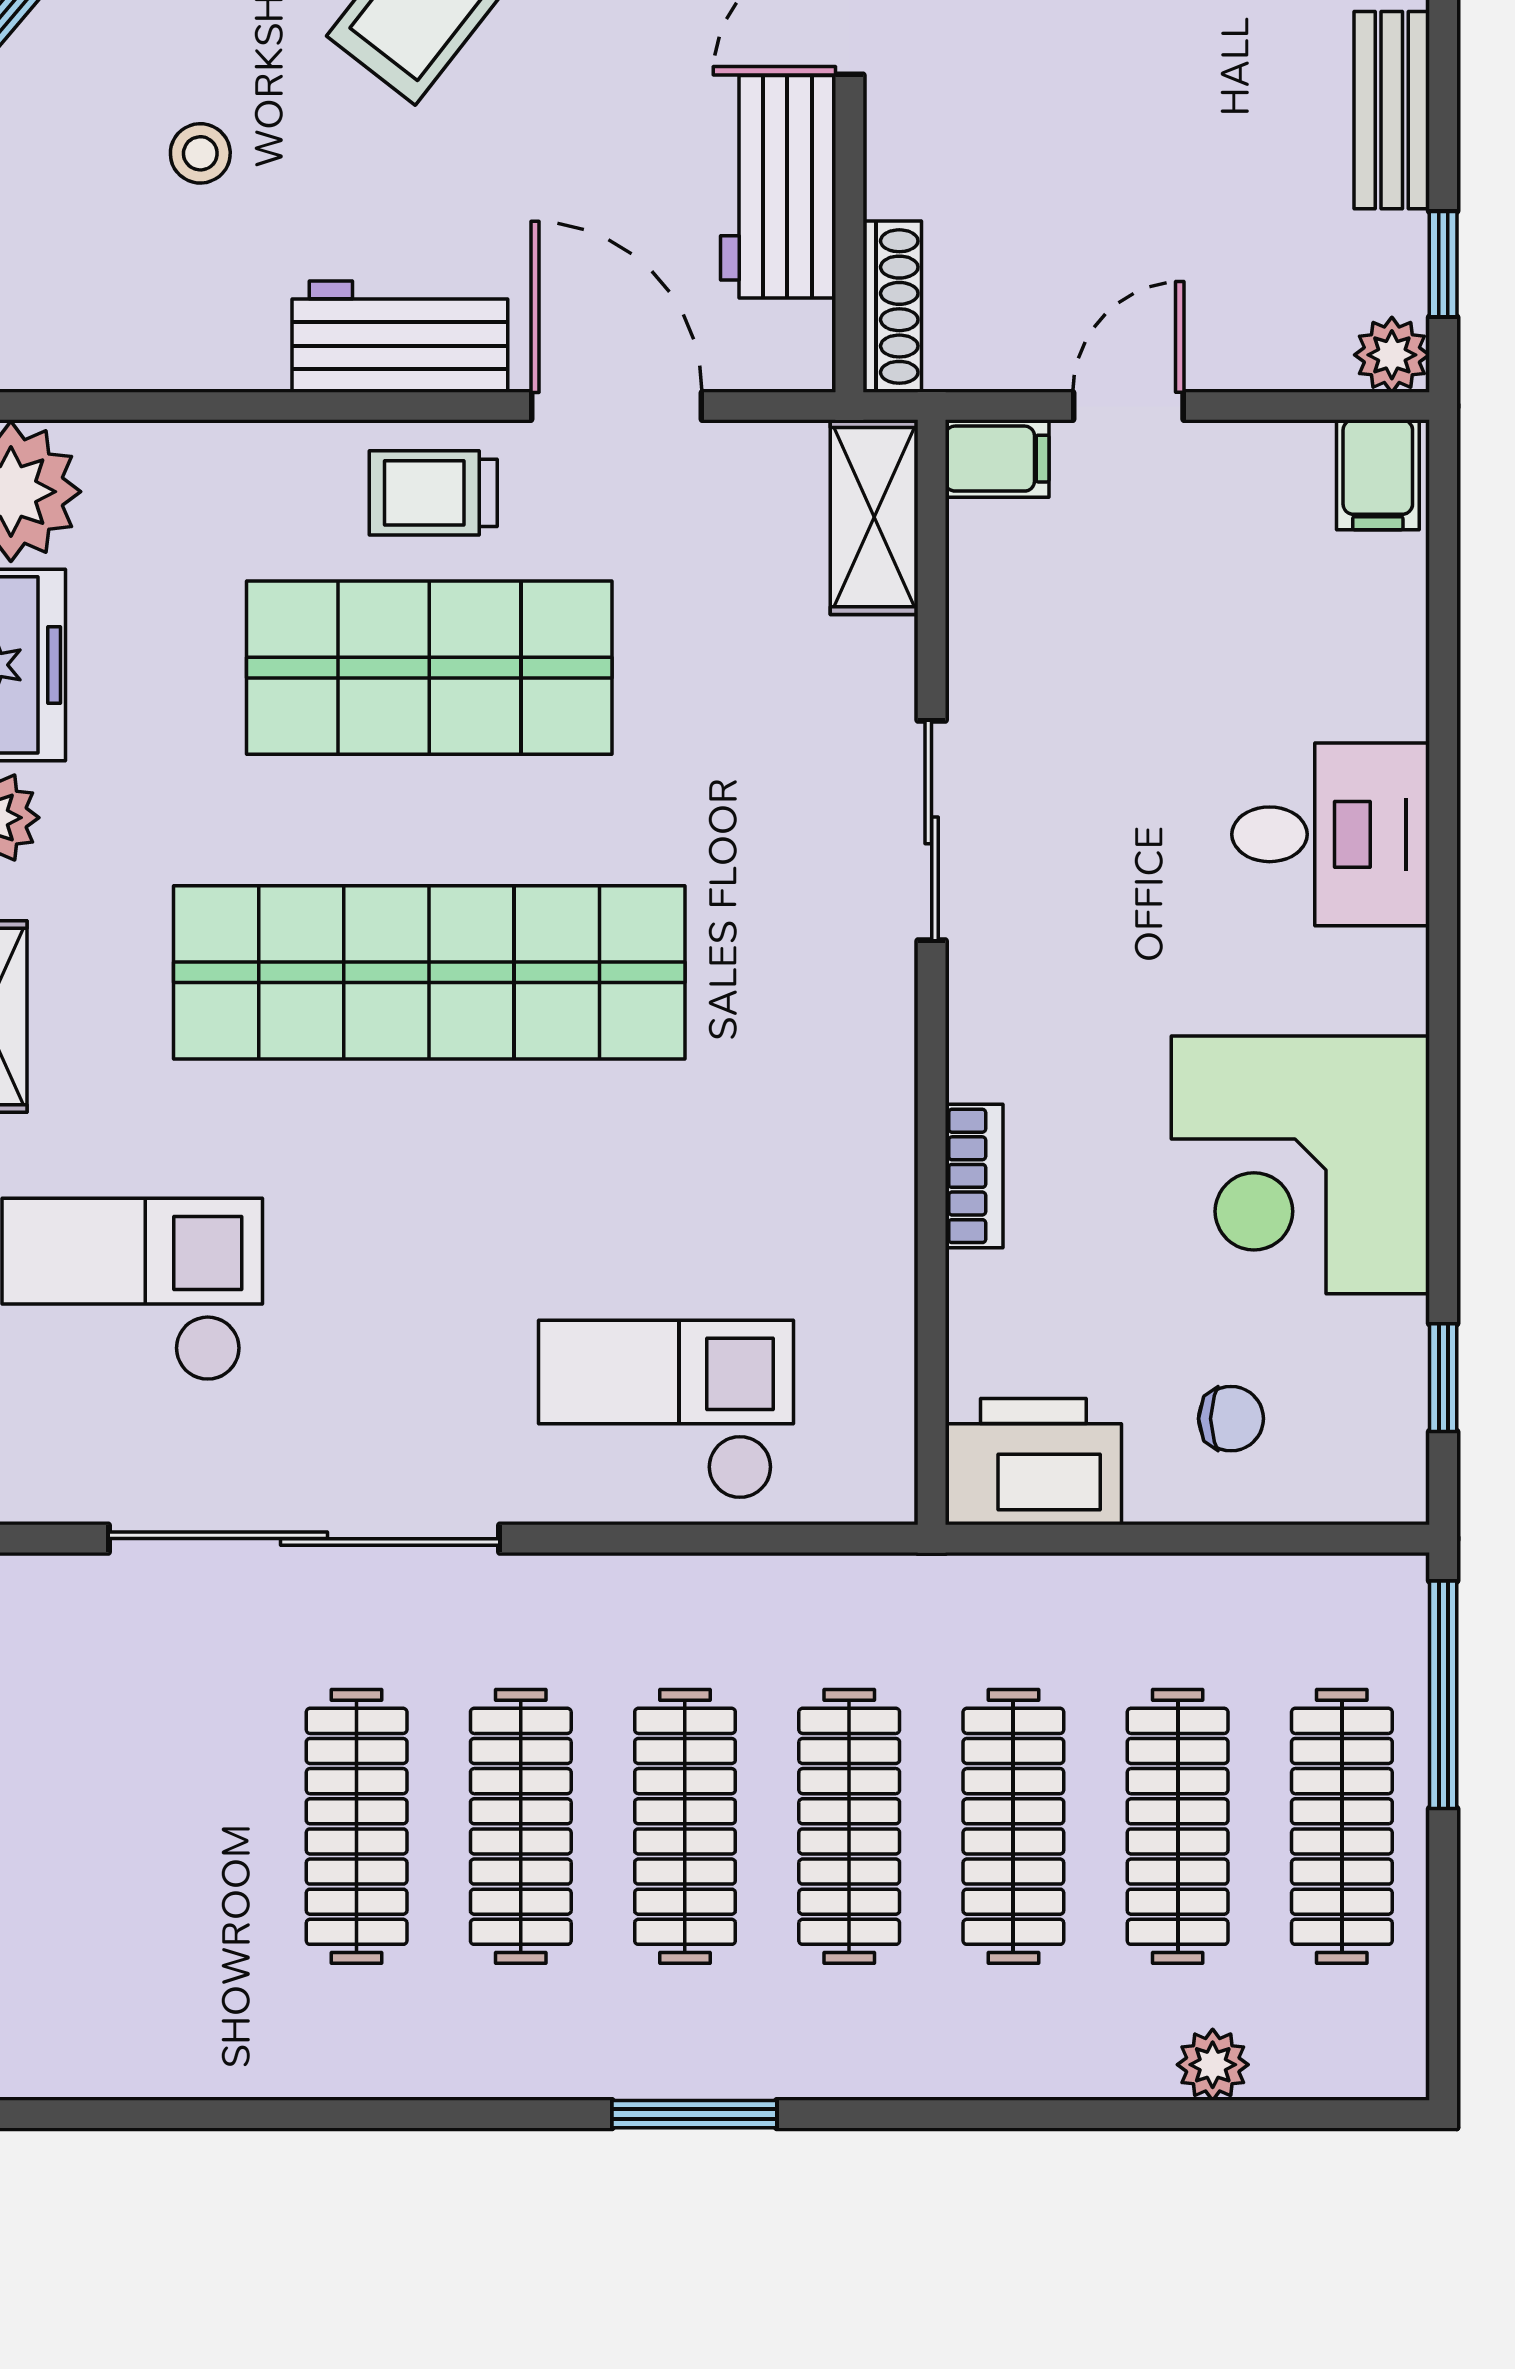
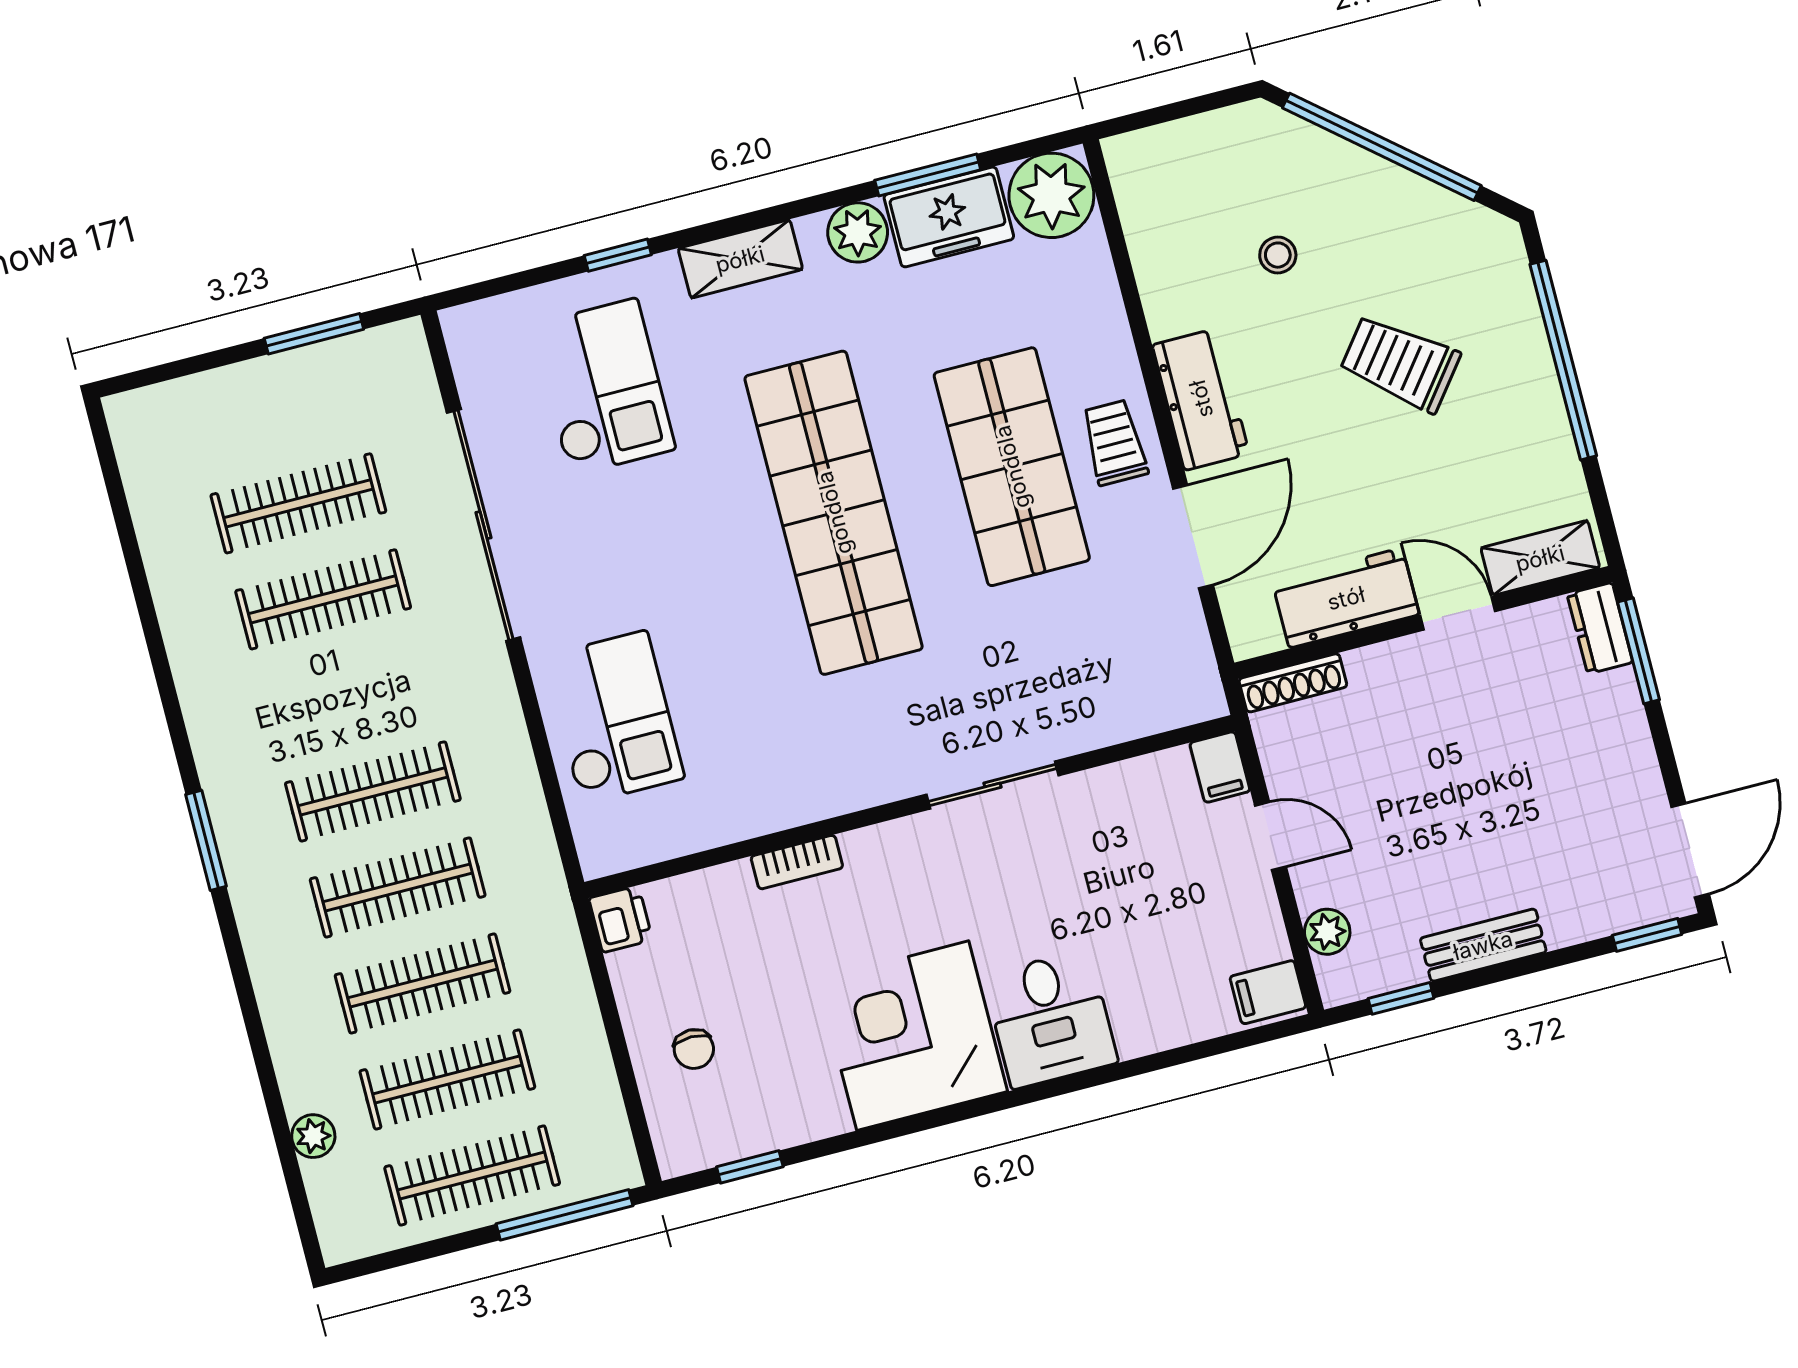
plant: (1392, 355) -> (1327, 932), moved
shelving: (874, 517) -> (1167, 704), removed
corner desk: (1300, 1165) -> (913, 1036), moved
printer: (1033, 1462) -> (621, 919), width x0.53, depth x0.68
clothes rail: (521, 1826) -> (298, 503), moved

